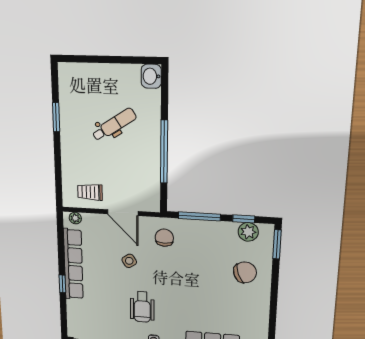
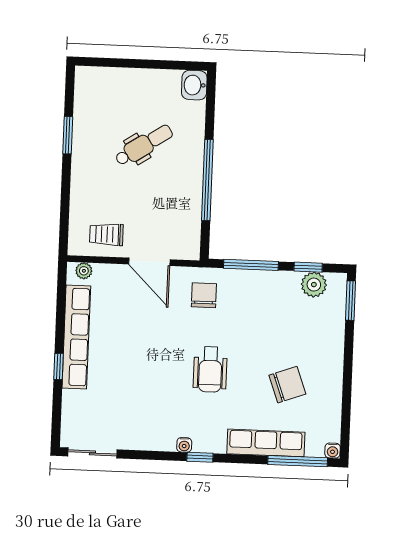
side table: (129, 261) -> (155, 329), removed
chair: (245, 272) -> (287, 385), moved
wheelchair: (142, 307) -> (210, 369), moved

